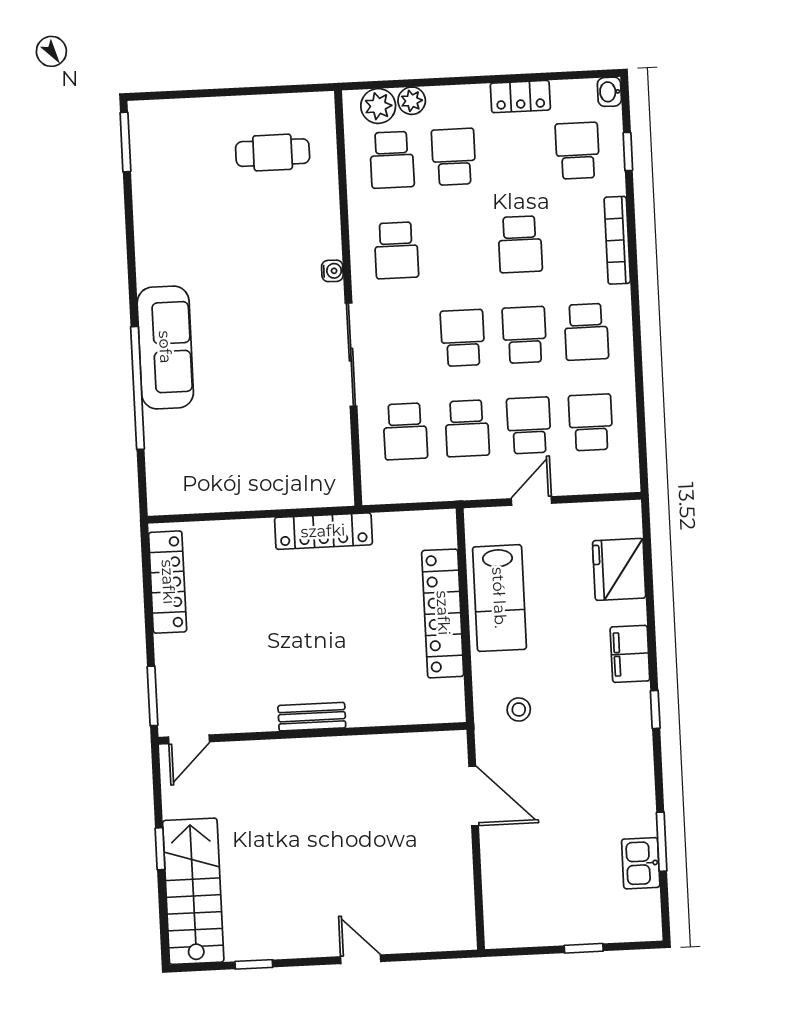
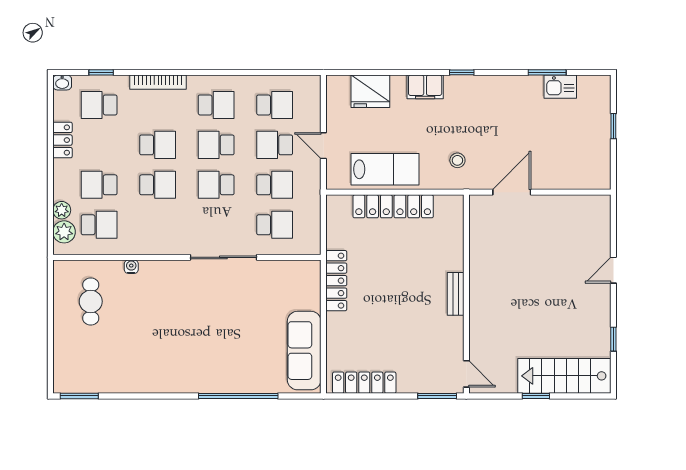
school desk: (396, 250) -> (158, 185), moved
water cooler: (332, 271) -> (131, 267), moved
sofa: (165, 347) -> (304, 351), moved, turned -90
school desk: (591, 422) -> (275, 105), turned 180

